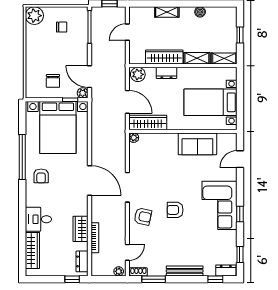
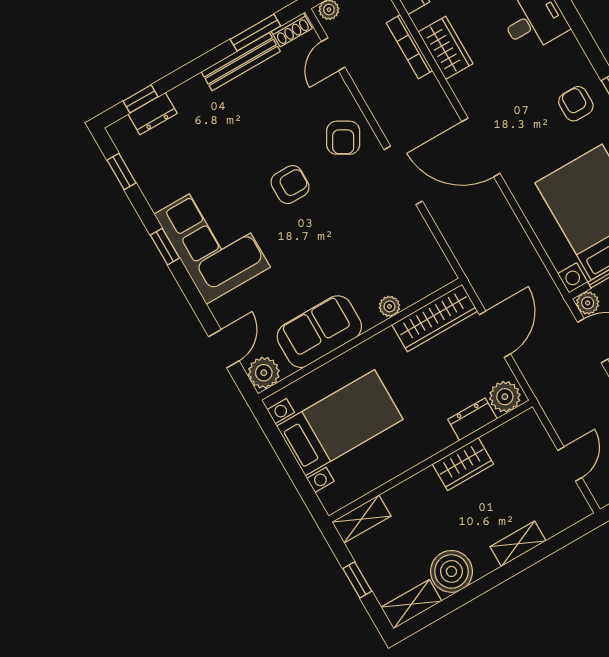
boiler: (200, 12) -> (451, 571), width x1.86, depth x1.86
wardrobe: (164, 57) -> (463, 464), width x0.67
shelving: (197, 58) -> (411, 604), moved
dresser: (166, 73) -> (472, 419), moved
door: (127, 102) -> (495, 334), swing flipped
plant: (134, 138) -> (389, 306), moved
plant: (229, 140) -> (264, 373), added
armchair: (143, 216) -> (343, 138), turned -72
dresser: (226, 270) -> (153, 114), moved
bench: (185, 271) -> (241, 62), moved

